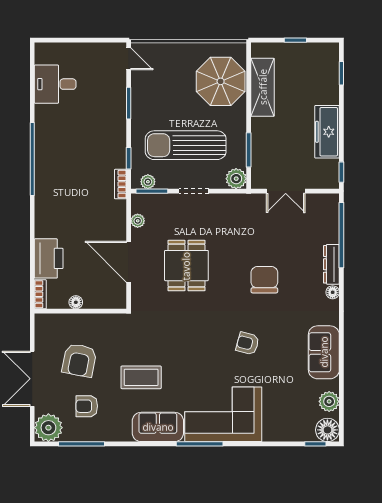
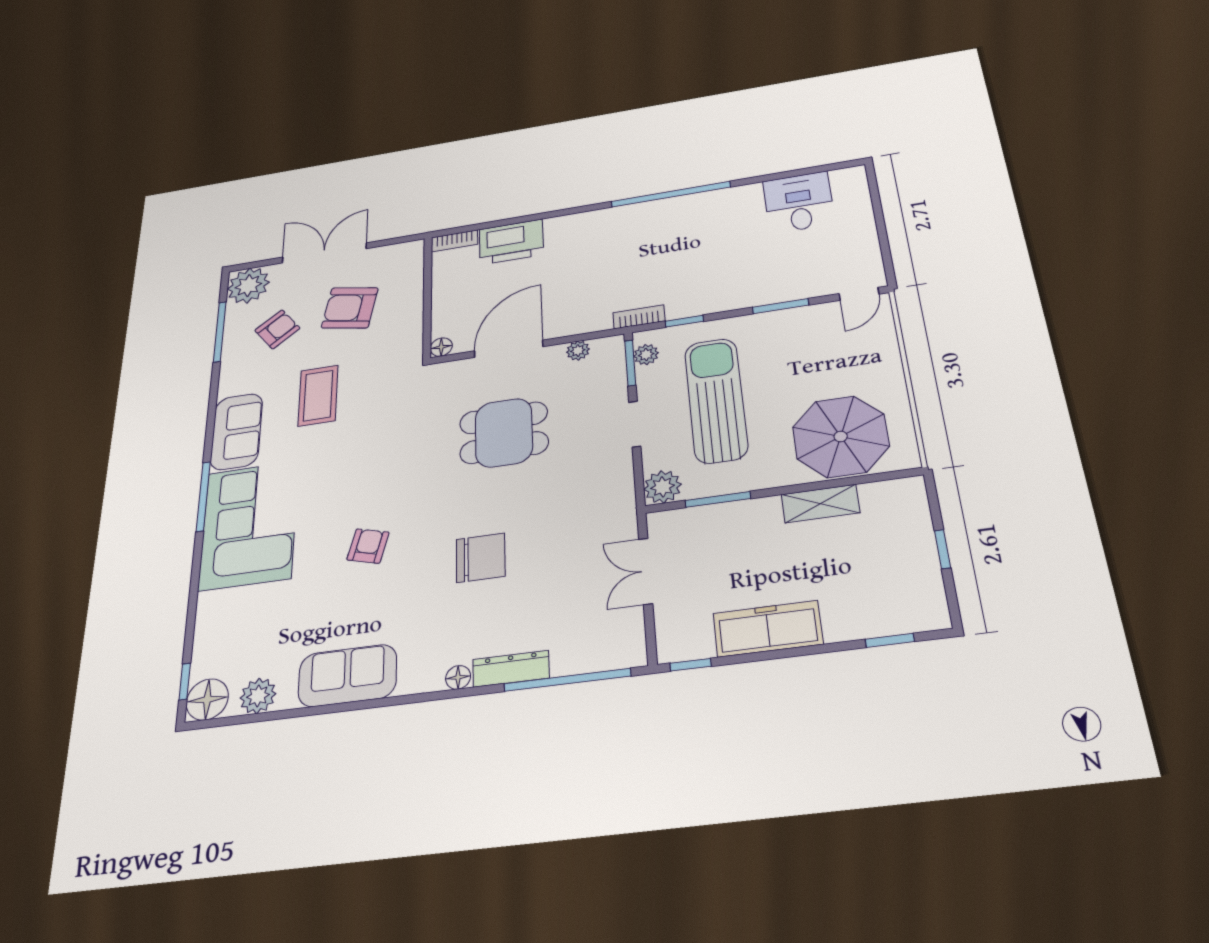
shelving: (263, 87) -> (820, 504), width x0.67, depth x0.75
floor lamp: (76, 302) -> (441, 347), moved
armchair: (87, 406) -> (277, 329), turned 53

